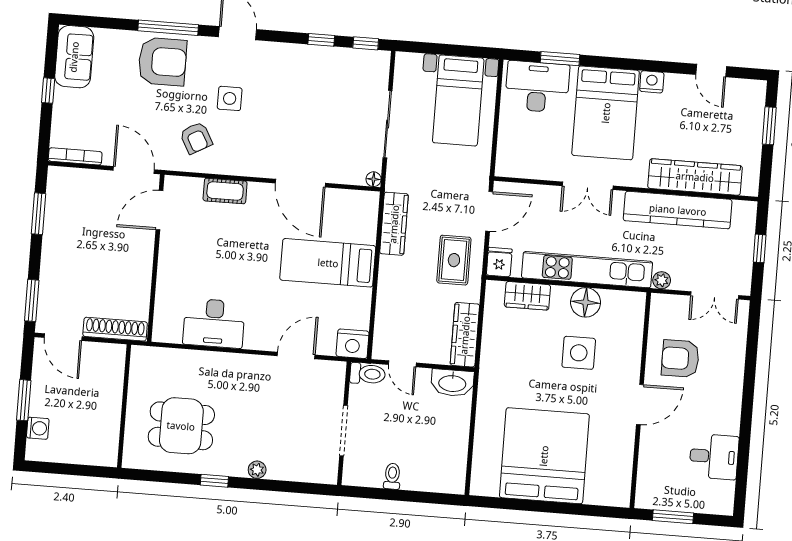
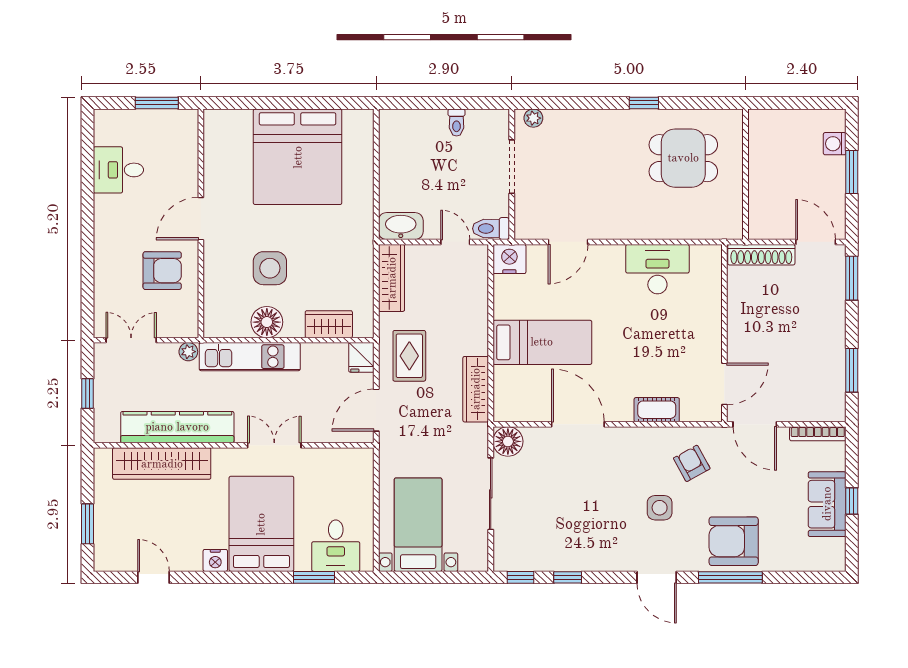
sofa: (74, 57) -> (827, 504), moved
desk: (537, 87) -> (336, 546), width x0.73
floor lamp: (374, 179) -> (508, 441), width x1.89, depth x1.89
kitchen unit: (587, 270) -> (250, 357), width x0.73
plant: (257, 470) -> (533, 118), moved

